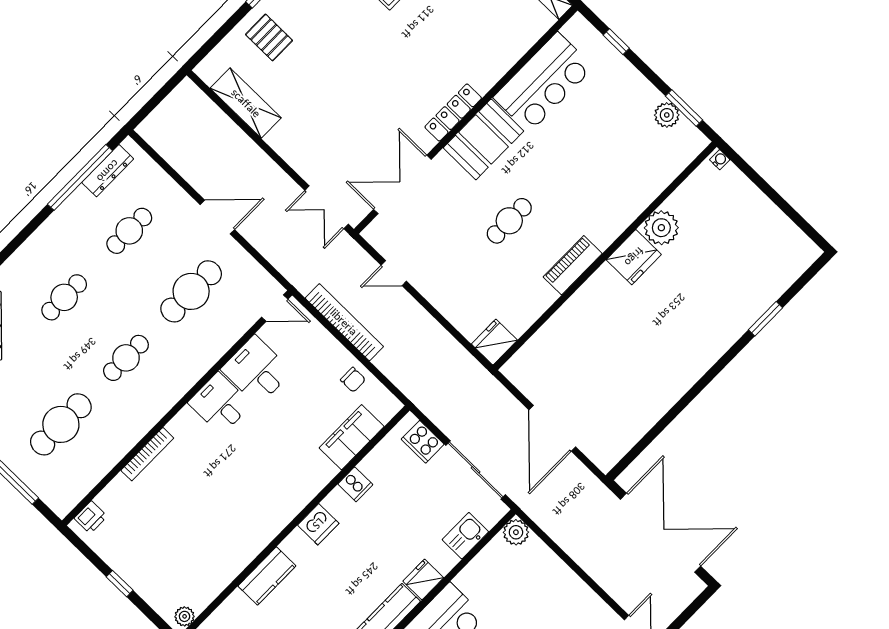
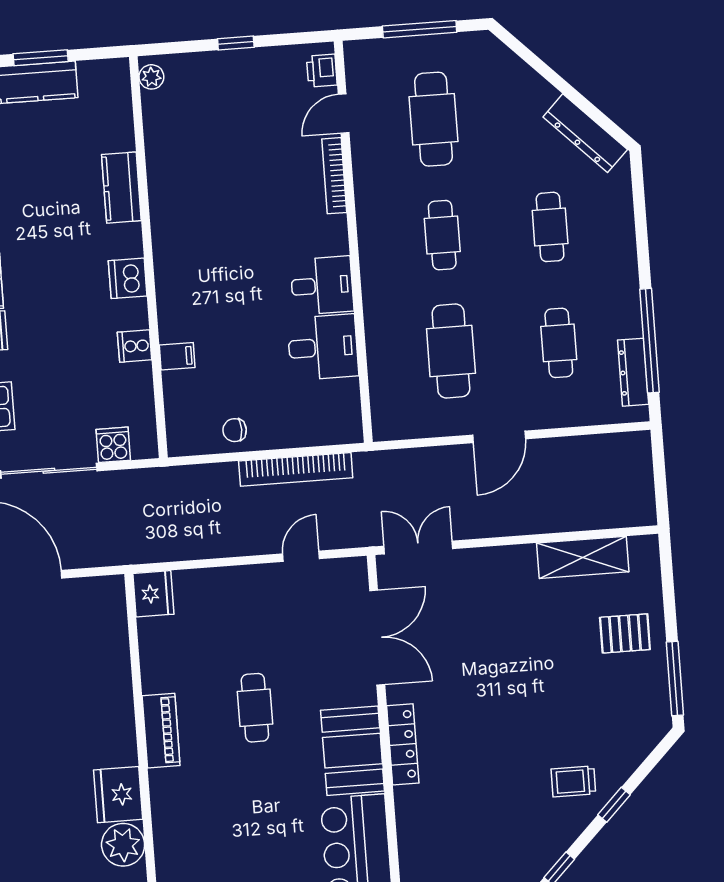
door: (275, 308) -> (344, 114), moved
filing cabinet: (352, 437) -> (177, 356), width x0.33, depth x0.86
cooker: (423, 442) -> (113, 445), width x0.73

